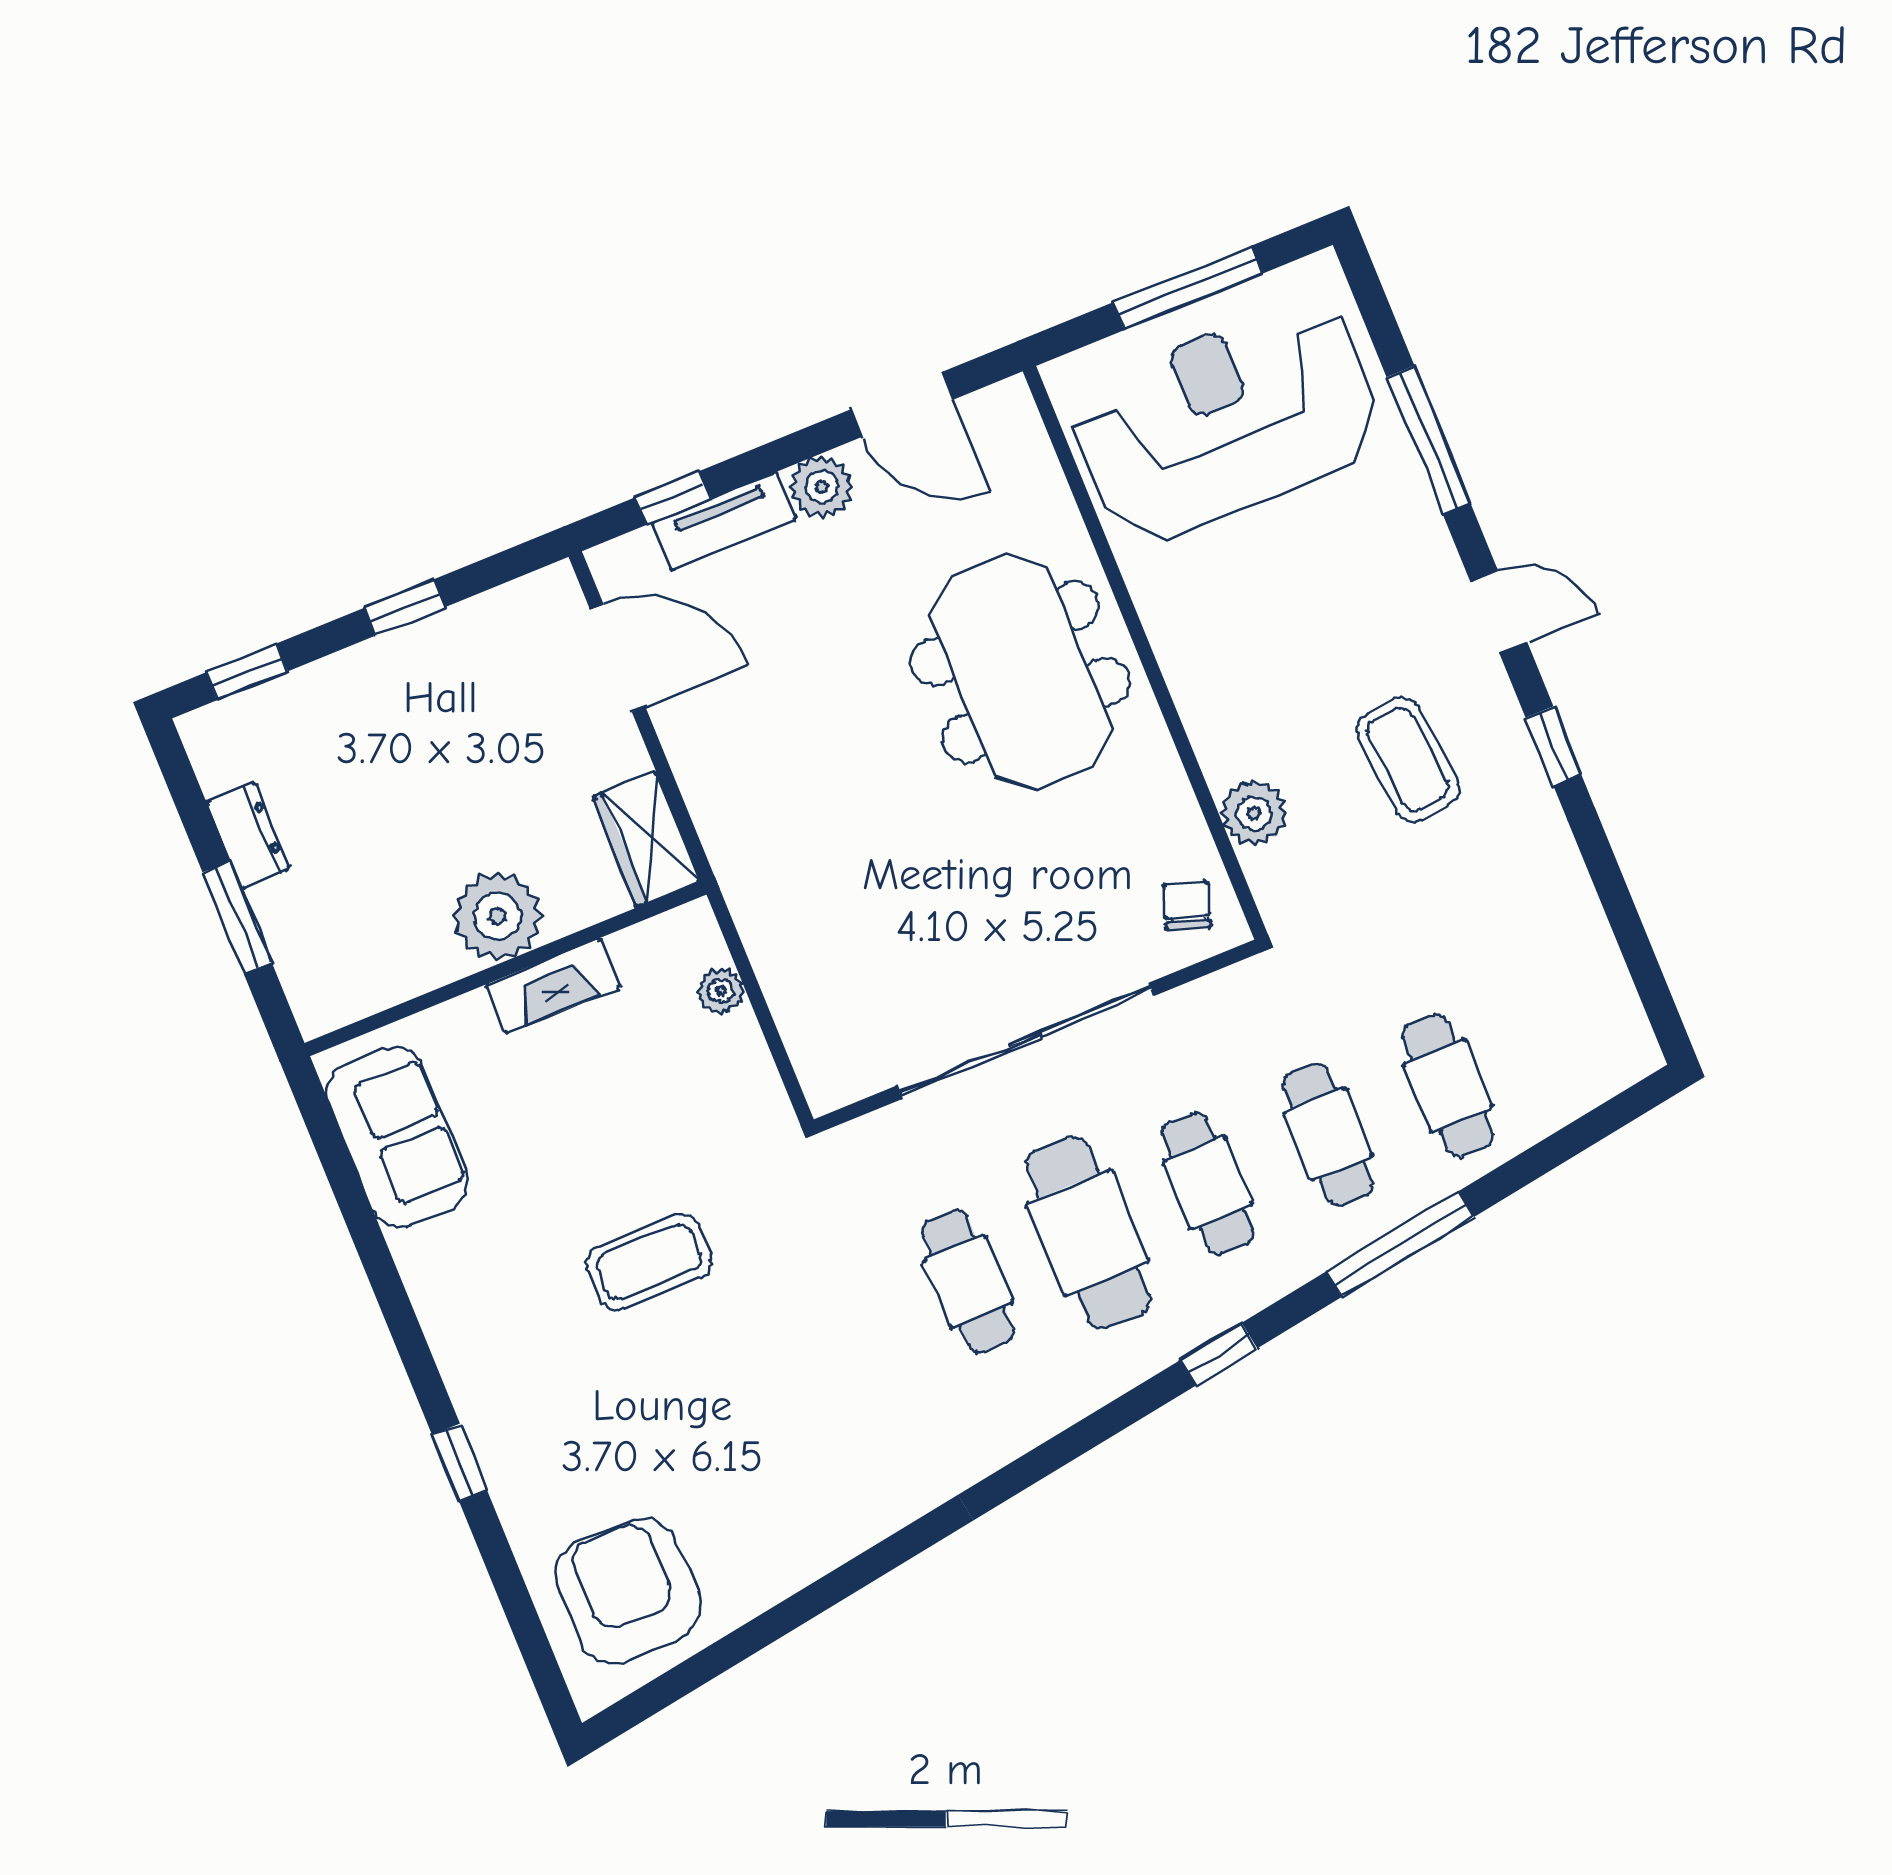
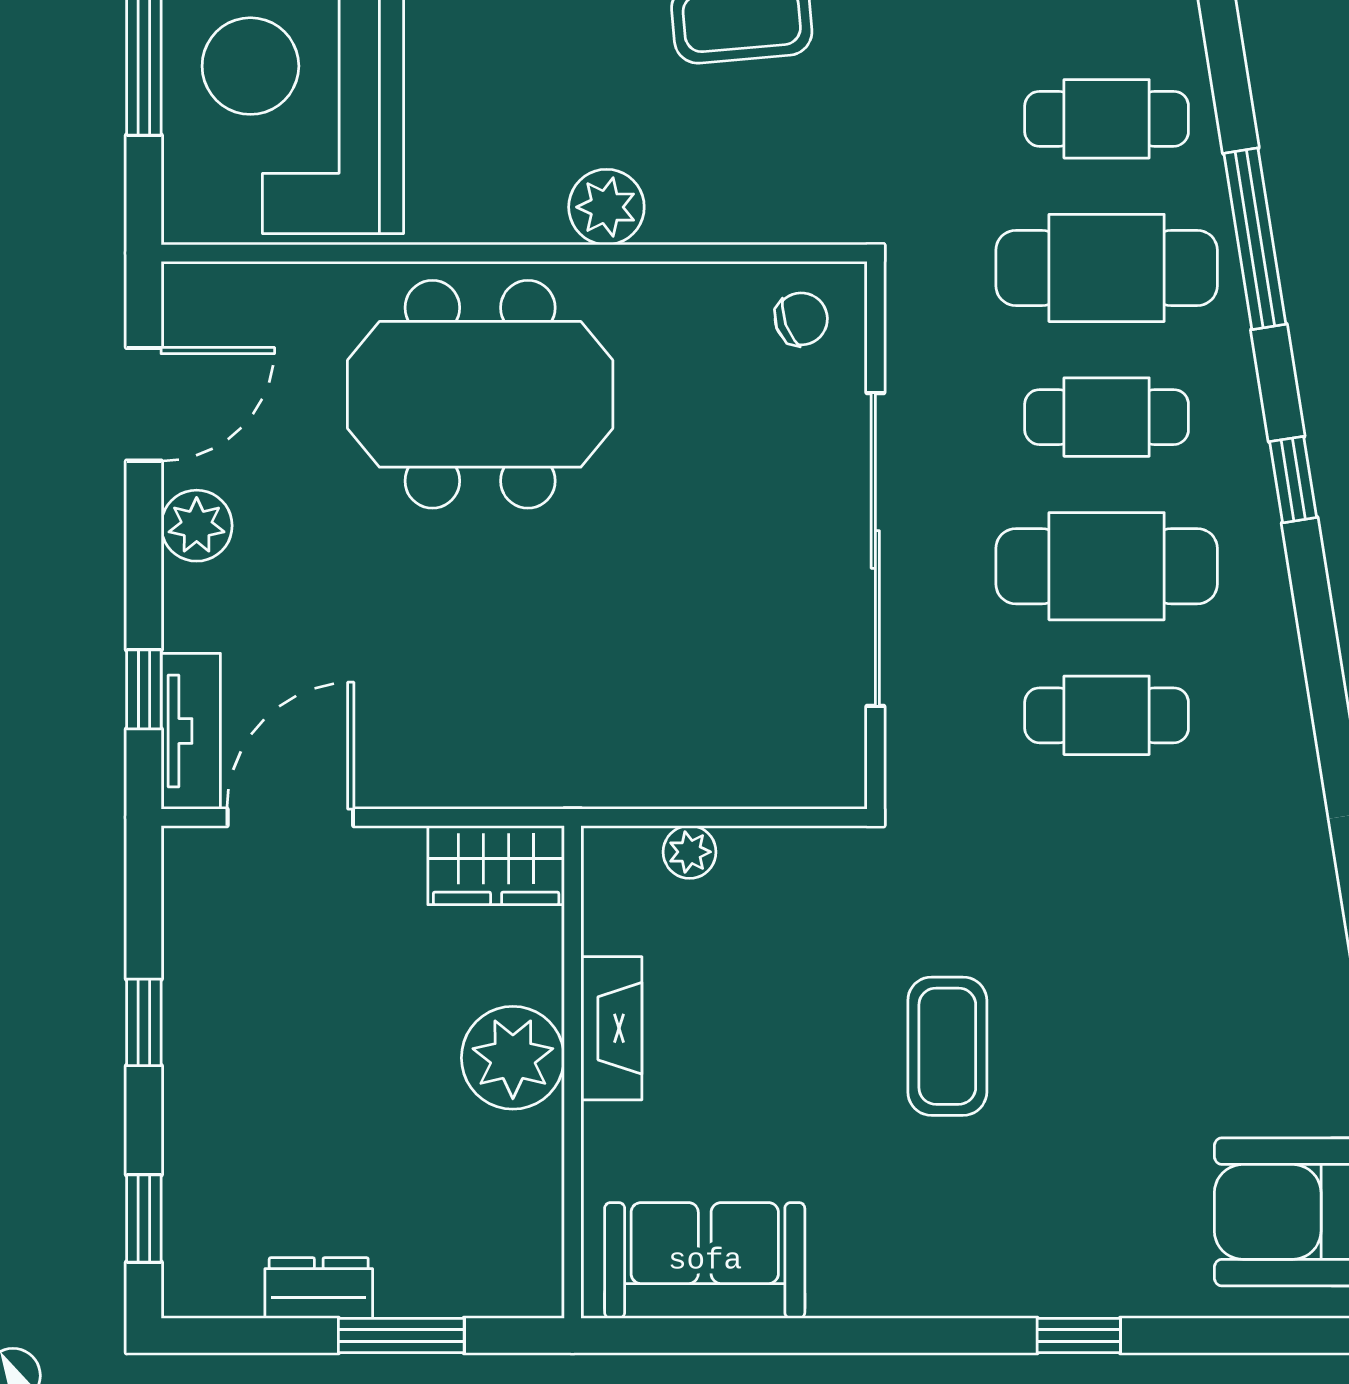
tv unit: (724, 521) -> (191, 731), moved
plant: (1254, 813) -> (606, 207), moved
chair: (1187, 906) -> (801, 319), turned 142
cafe table: (1328, 1135) -> (1107, 268), width x1.37, depth x1.35

